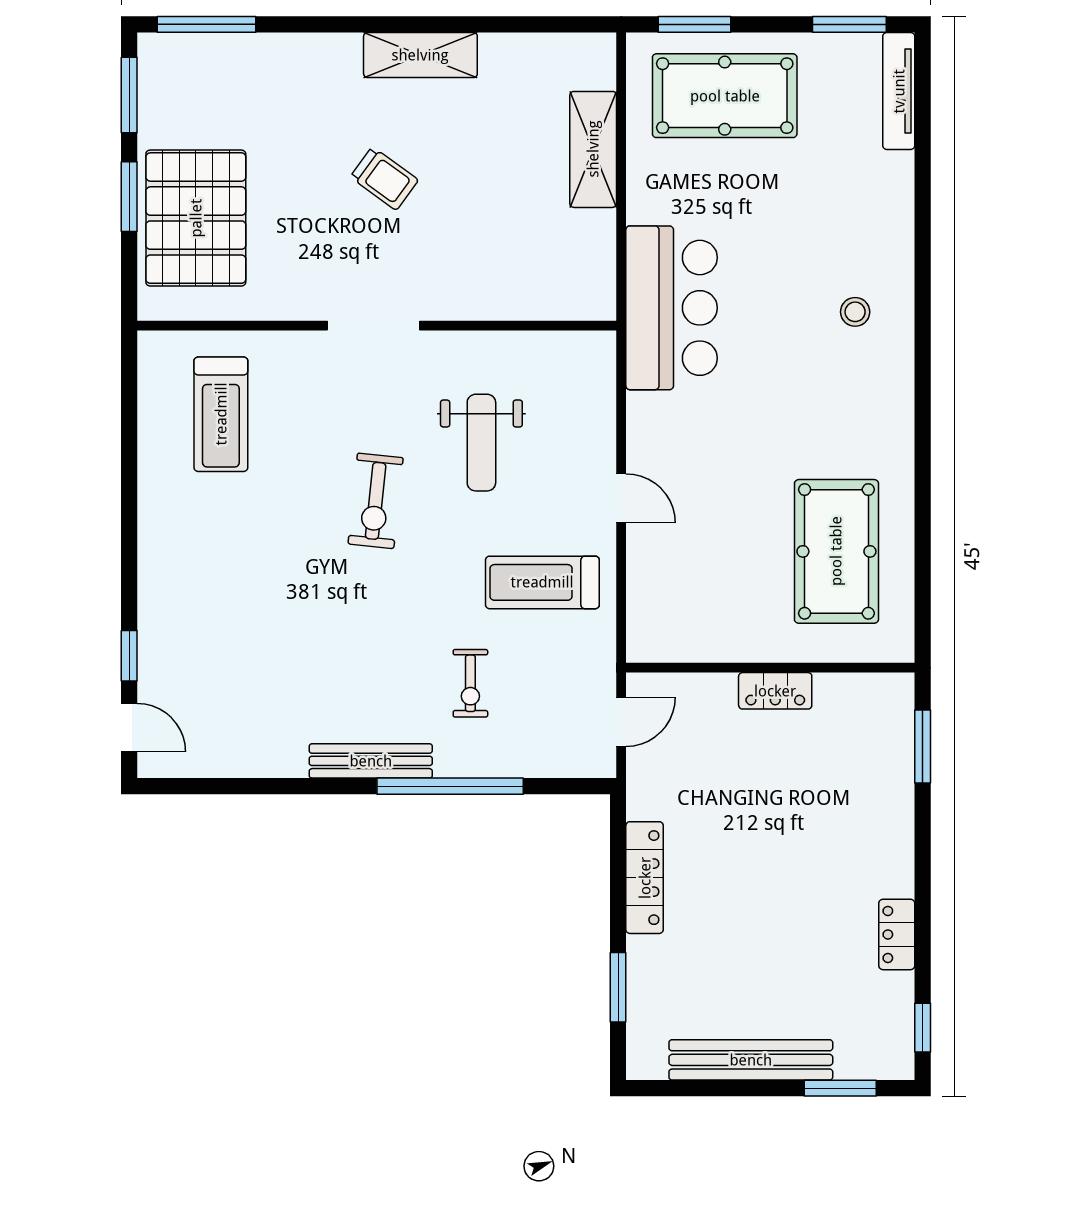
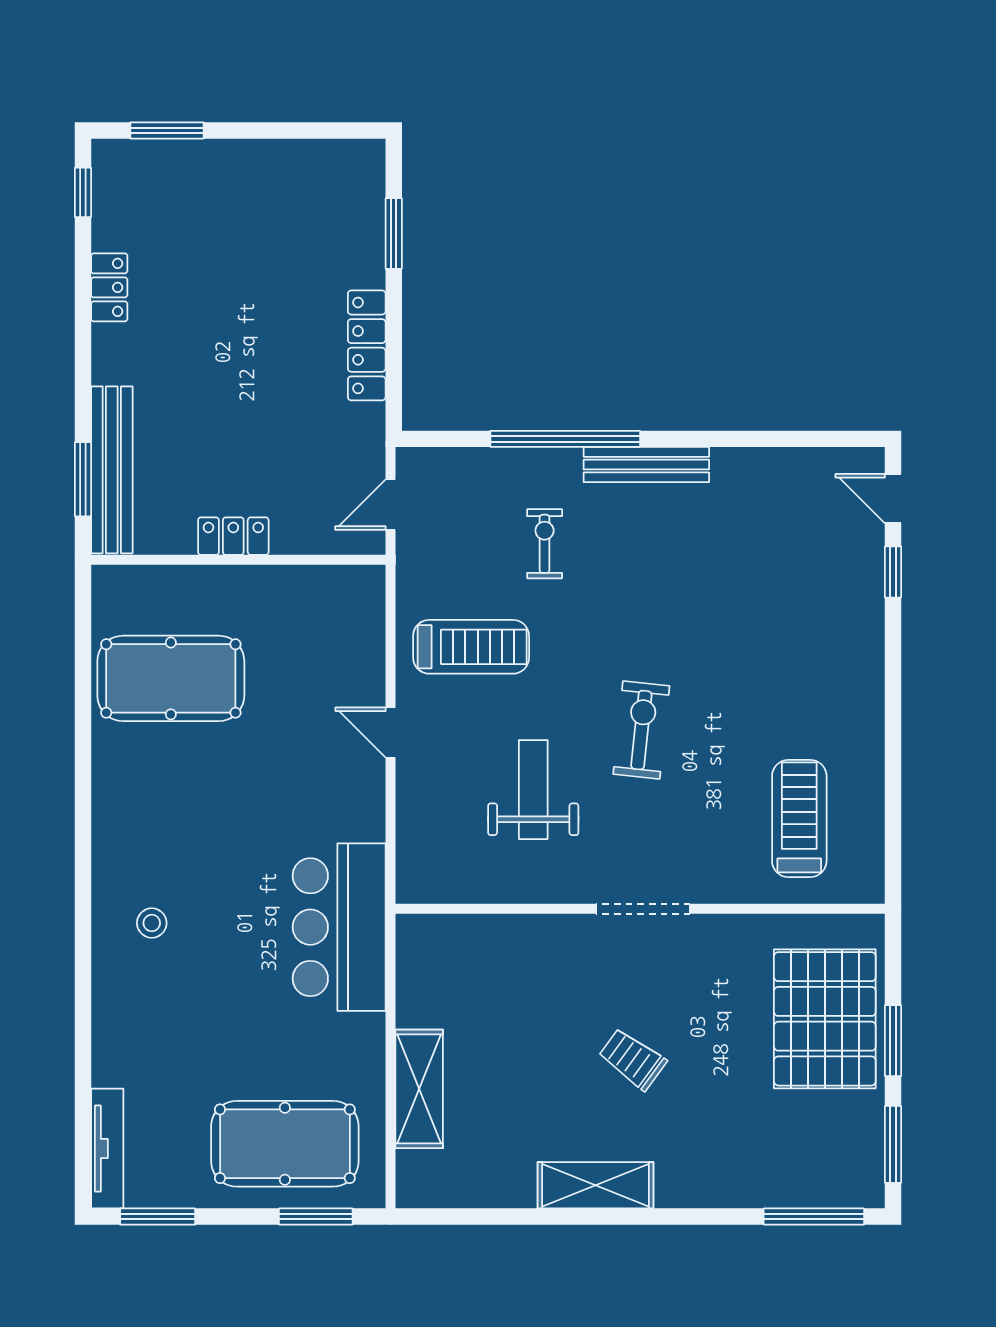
pool table: (836, 551) -> (171, 678), turned 90
bench: (751, 1060) -> (112, 470), moved, turned 90

